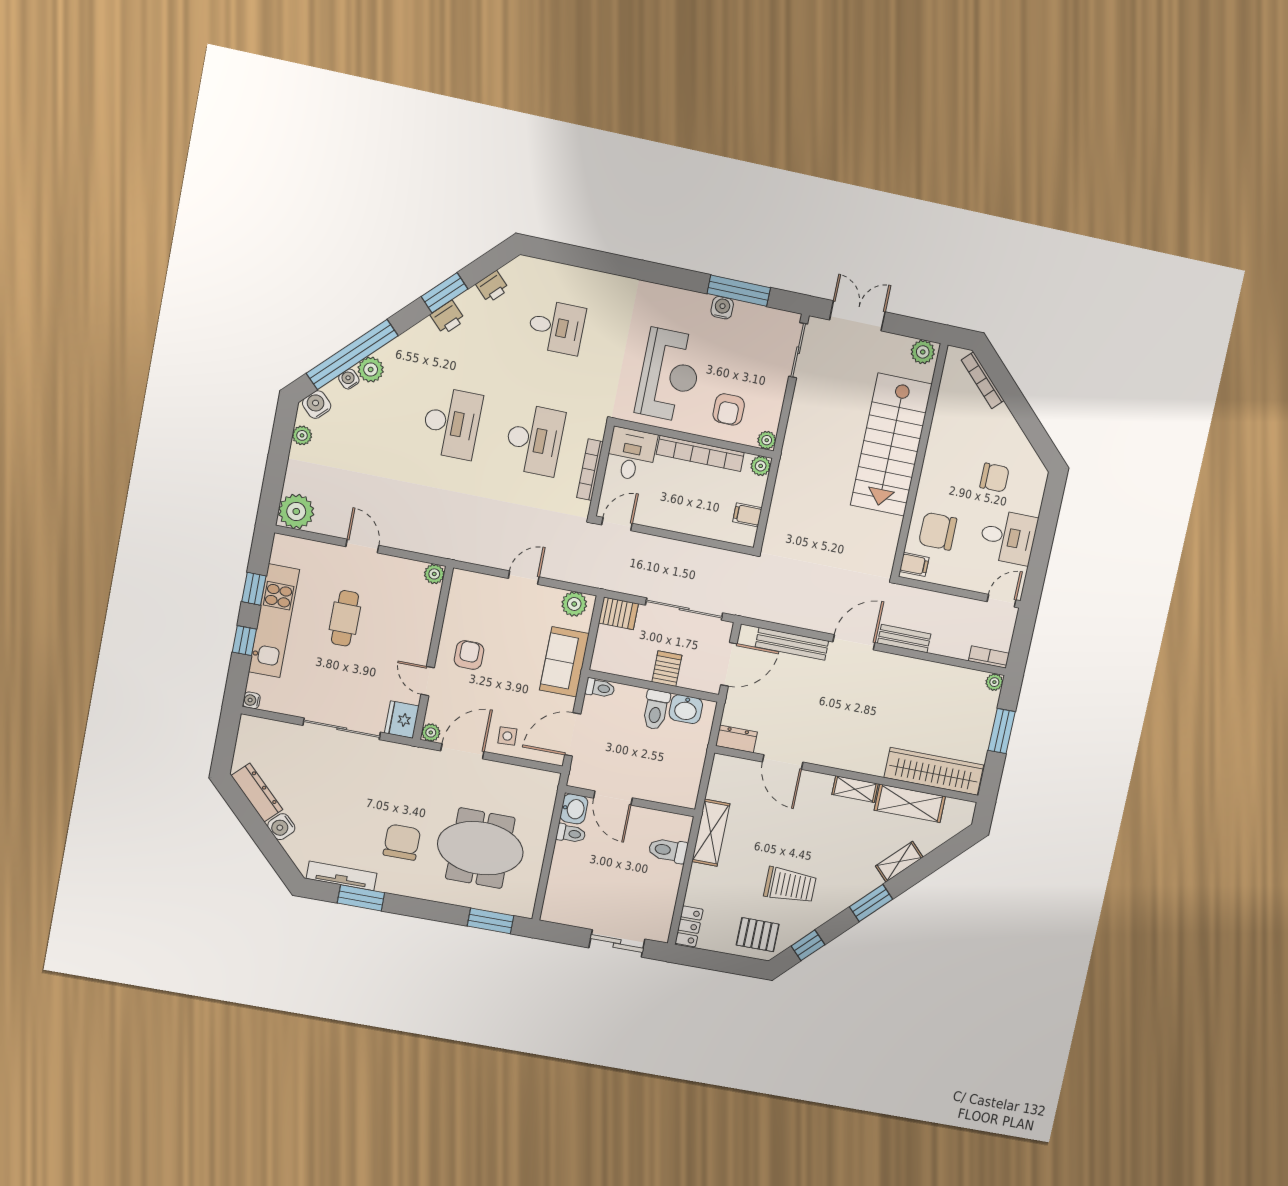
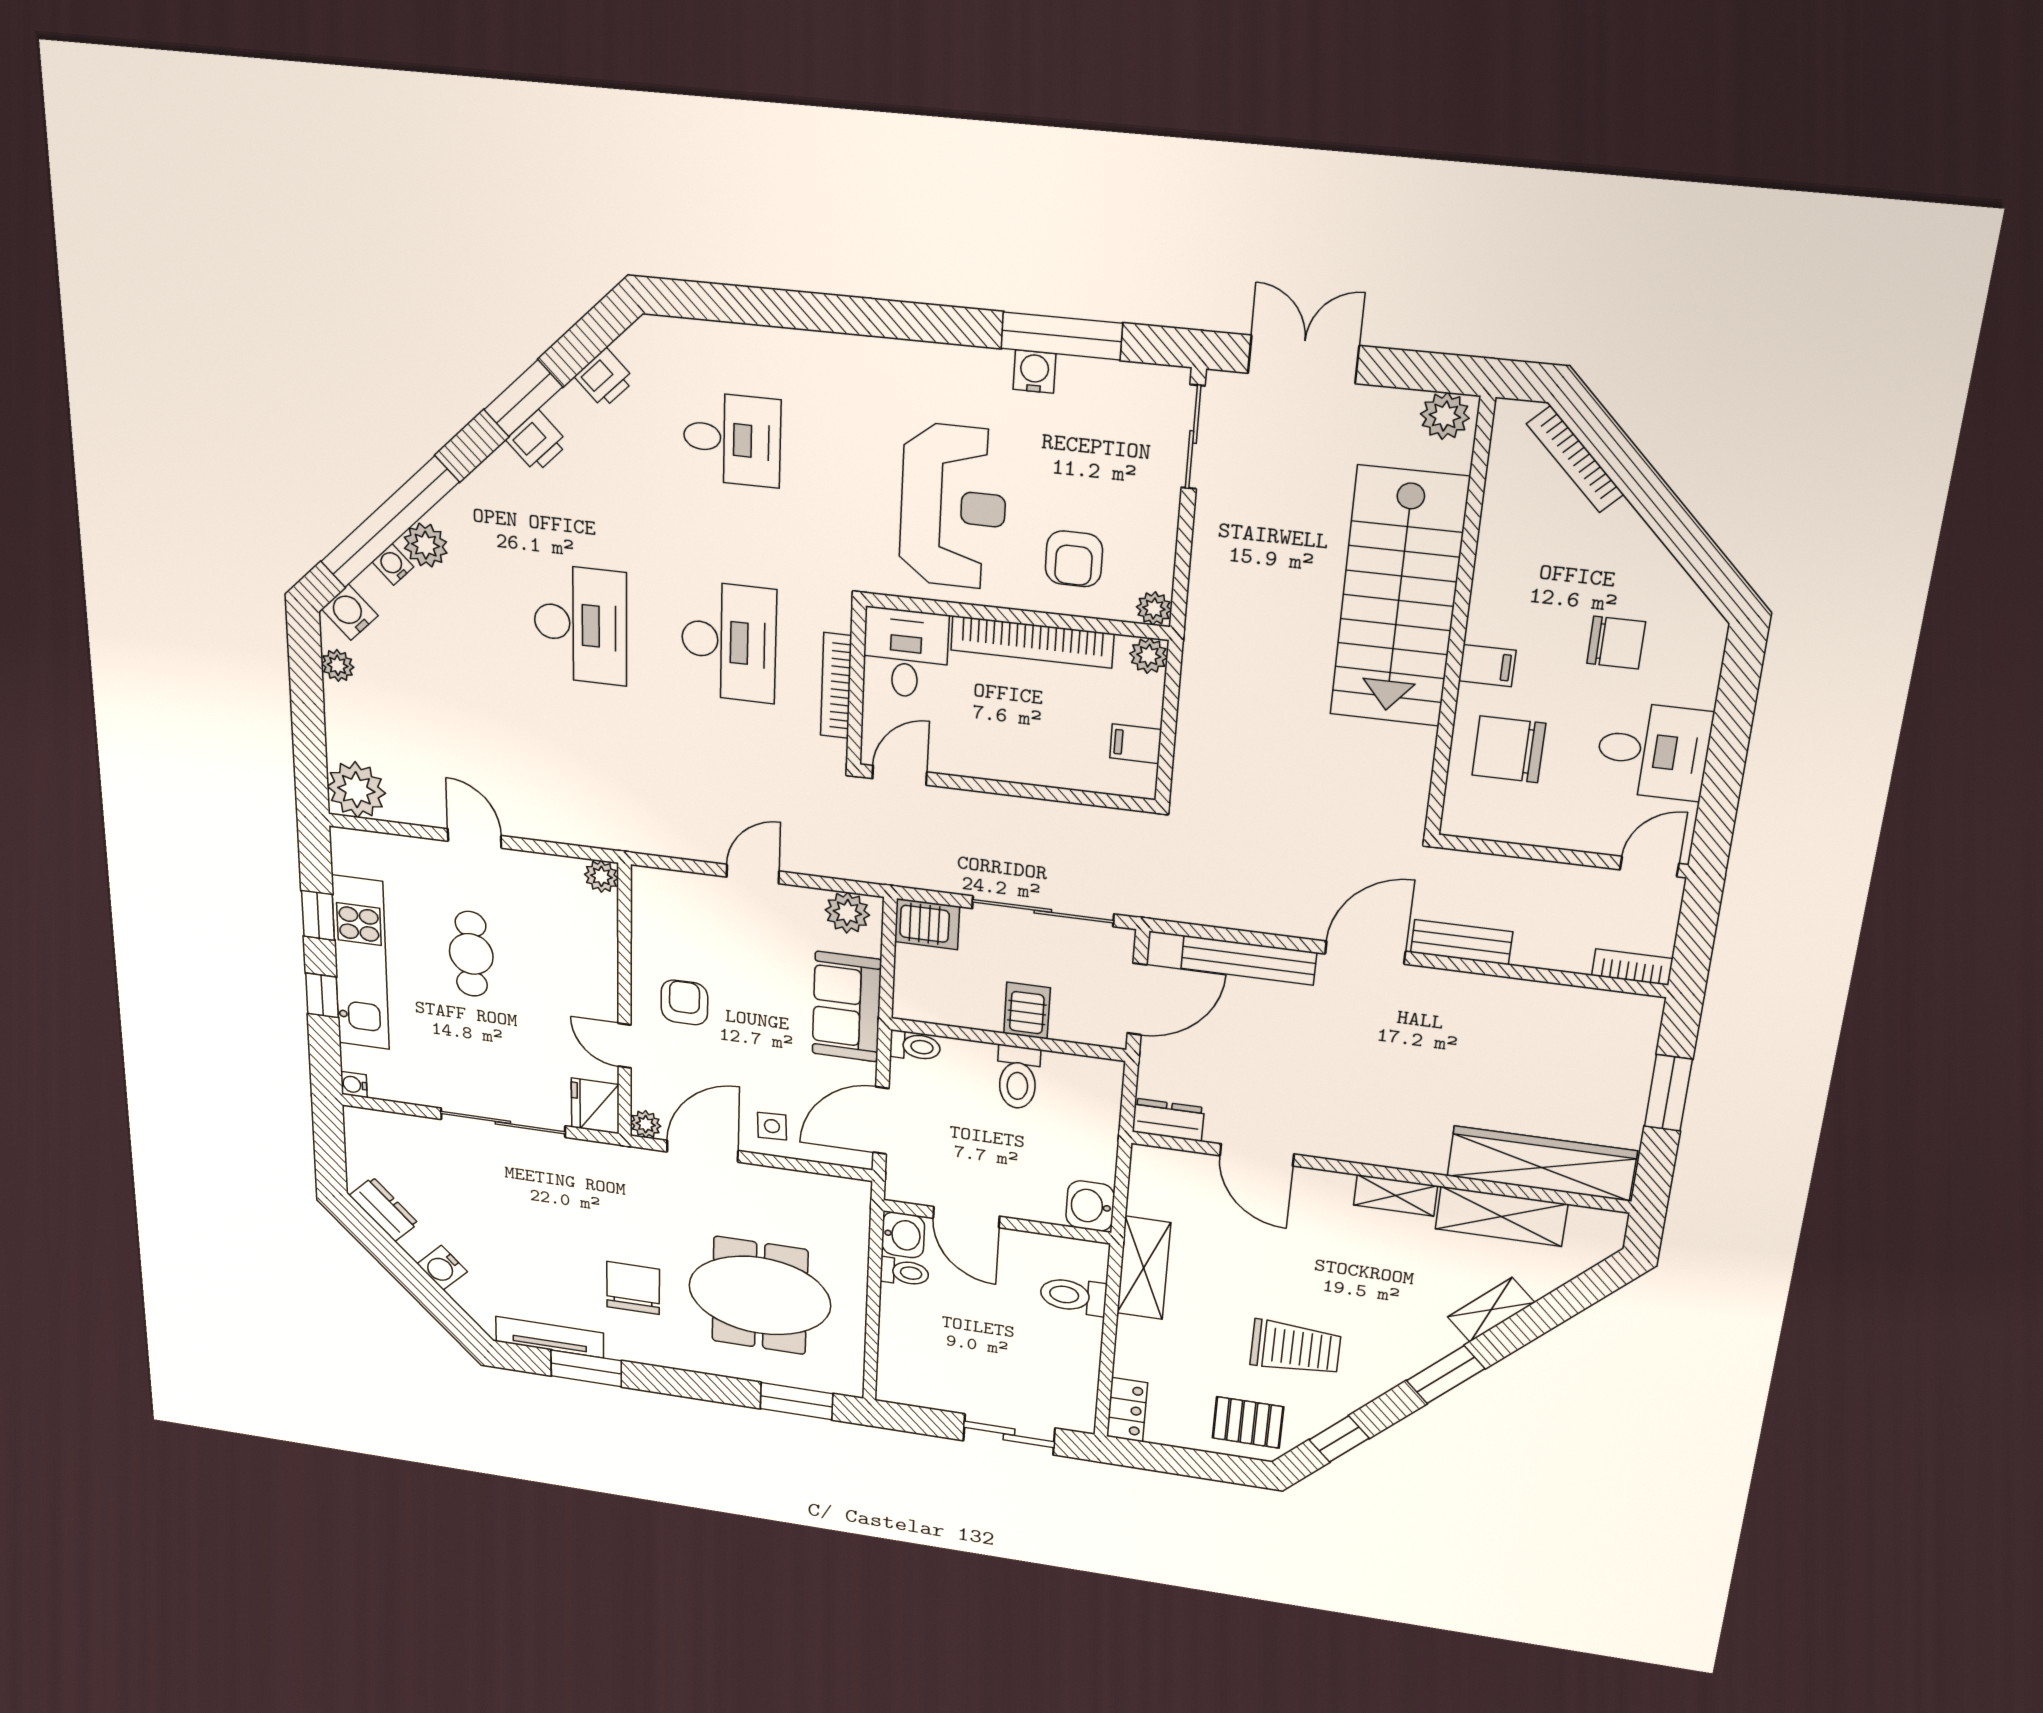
filing cabinet: (914, 564) -> (1487, 666), moved
plant: (994, 682) -> (1647, 1010), removed
washbasin: (686, 709) -> (1090, 1206), moved, turned 90
dresser: (257, 793) -> (384, 1209), width x0.70

